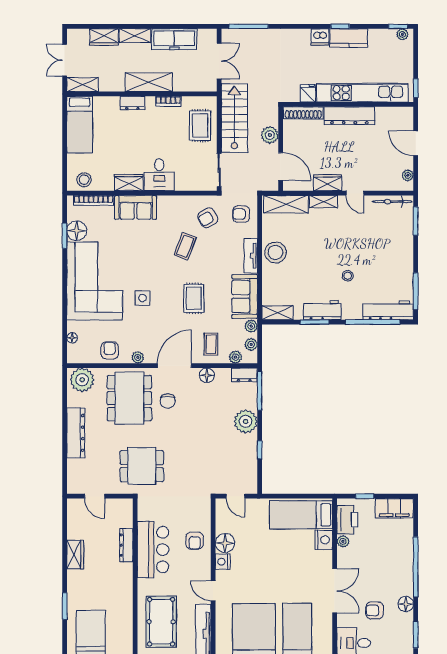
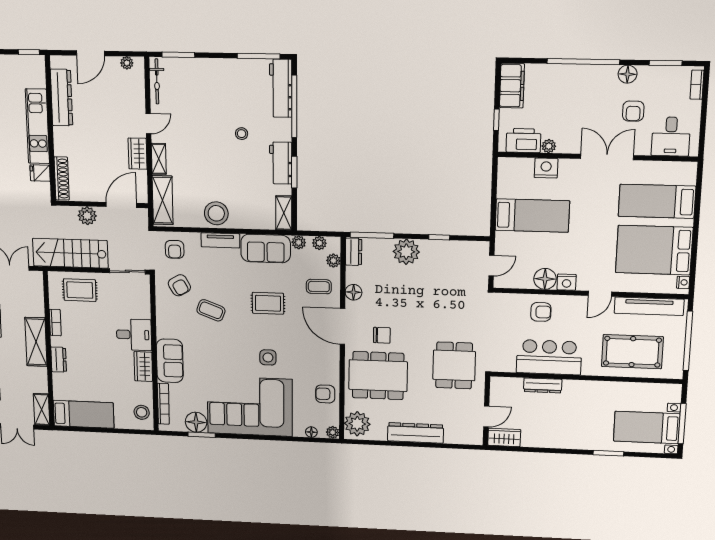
kitchen unit: (362, 93) -> (37, 126), width x0.73
dresser: (349, 116) -> (62, 98), moved
plant: (138, 357) -> (333, 432), moved
bed: (301, 515) -> (532, 216), moved, turned -90
wardrobe: (75, 555) -> (504, 437), moved

